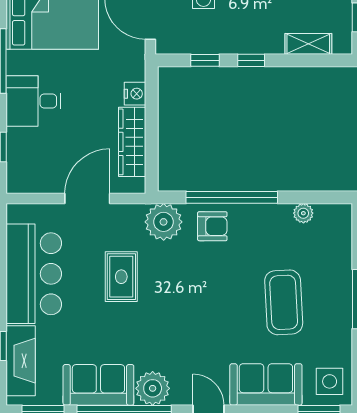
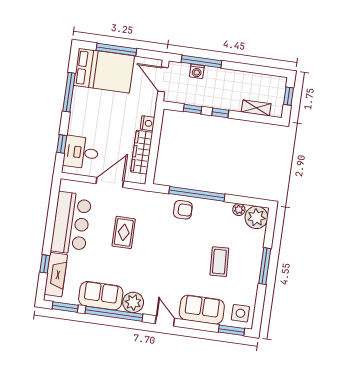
desk: (33, 101) -> (81, 152), moved
plant: (164, 222) -> (256, 217), moved
coffee table: (284, 302) -> (219, 262), width x0.73, depth x0.76

